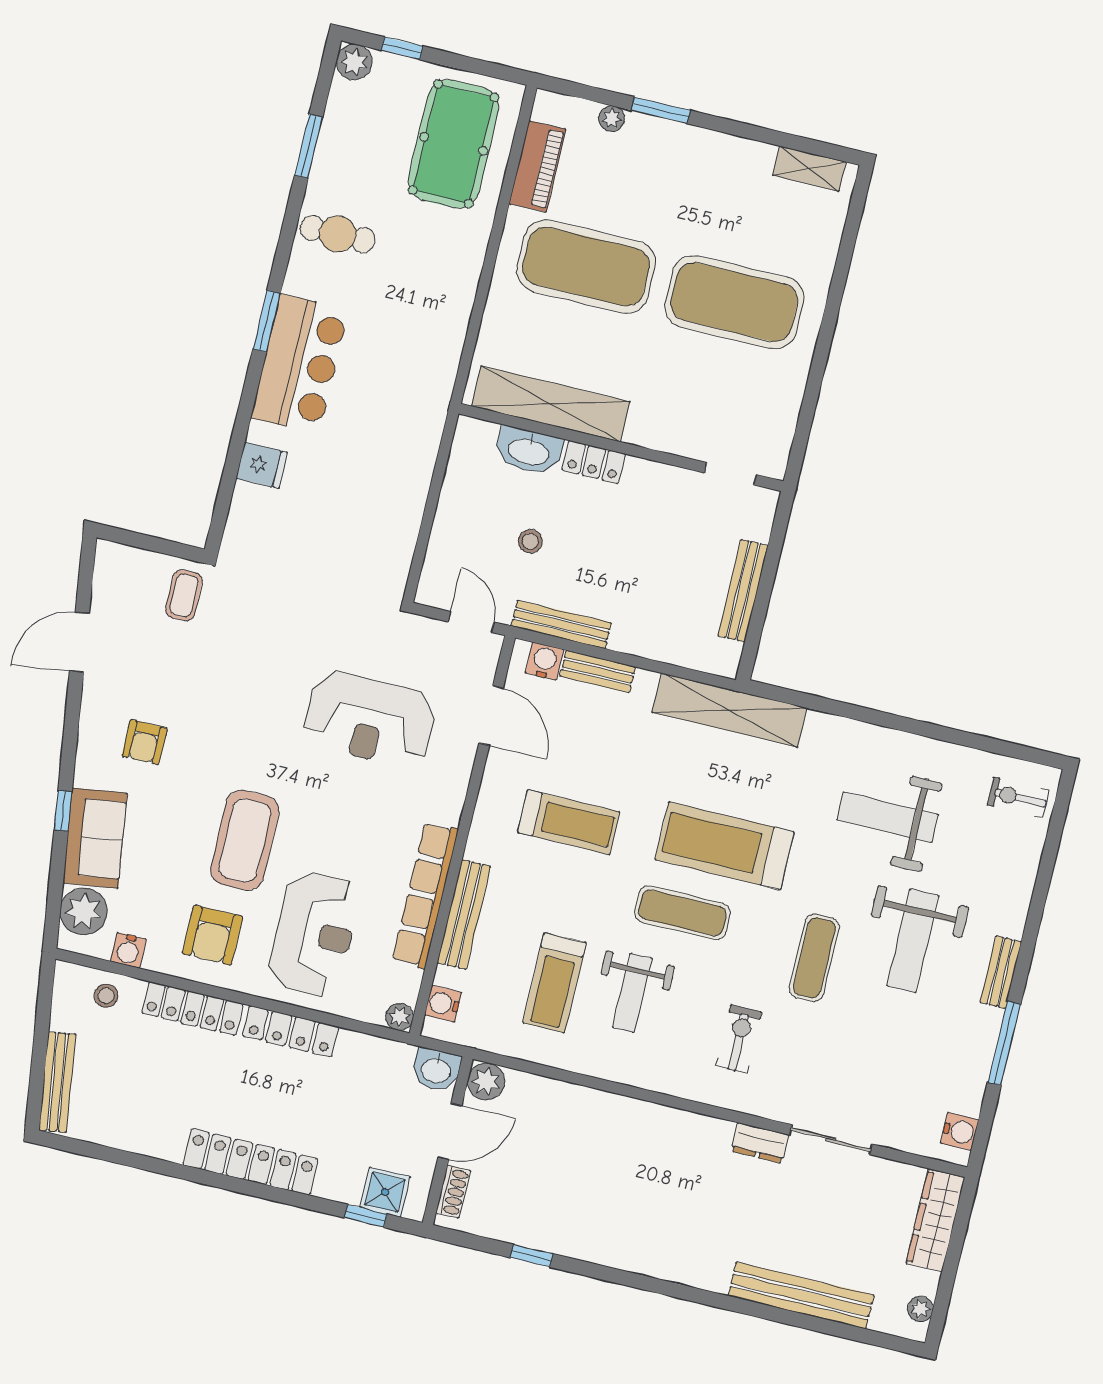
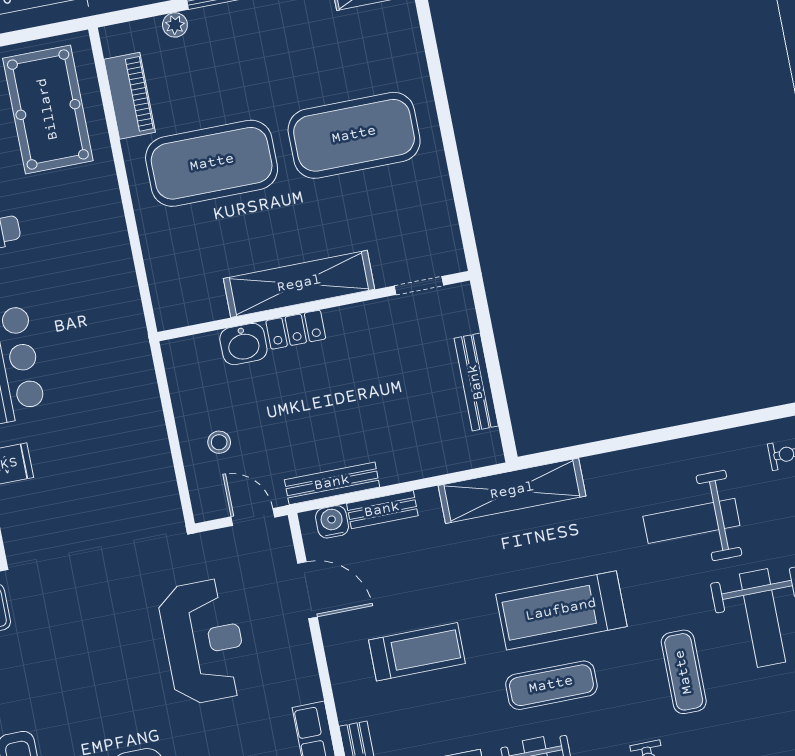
shelving: (551, 404) -> (299, 284), moved
washbasin: (529, 451) -> (243, 344), width x0.72
stool: (530, 541) -> (219, 442), moved
reception desk: (370, 719) -> (204, 642), turned -90

